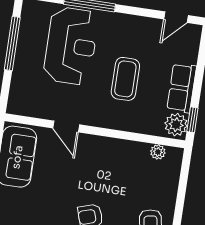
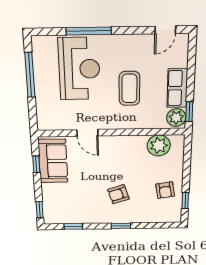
plant: (158, 152) -> (159, 145), width x1.87, depth x1.87

